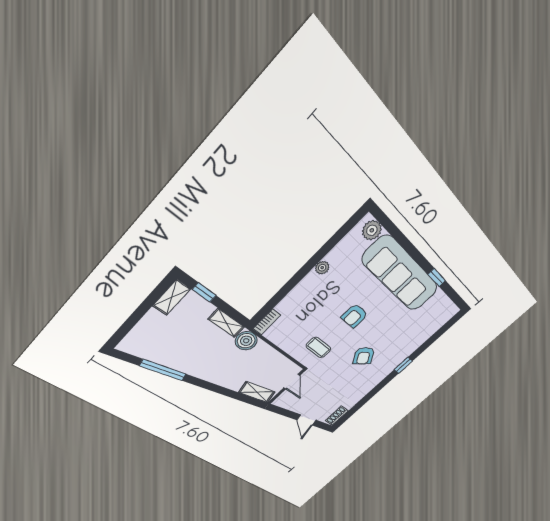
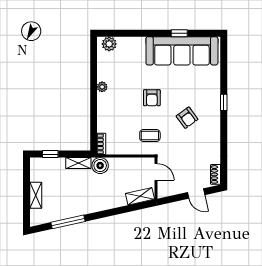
sofa: (401, 274) -> (182, 51), moved
shelving: (172, 297) -> (36, 195), moved

